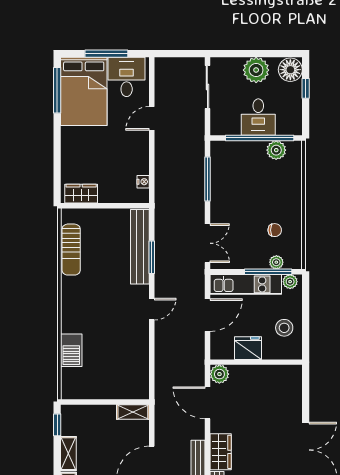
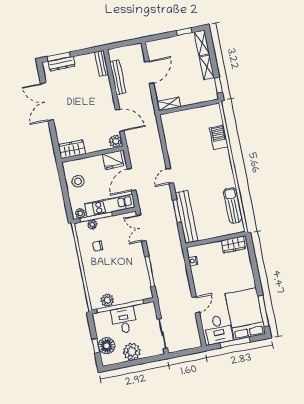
floor lamp: (290, 70) -> (107, 346), moved
fridge: (248, 348) -> (113, 160), moved
wardrobe: (221, 452) -> (72, 149), moved, turned 90

